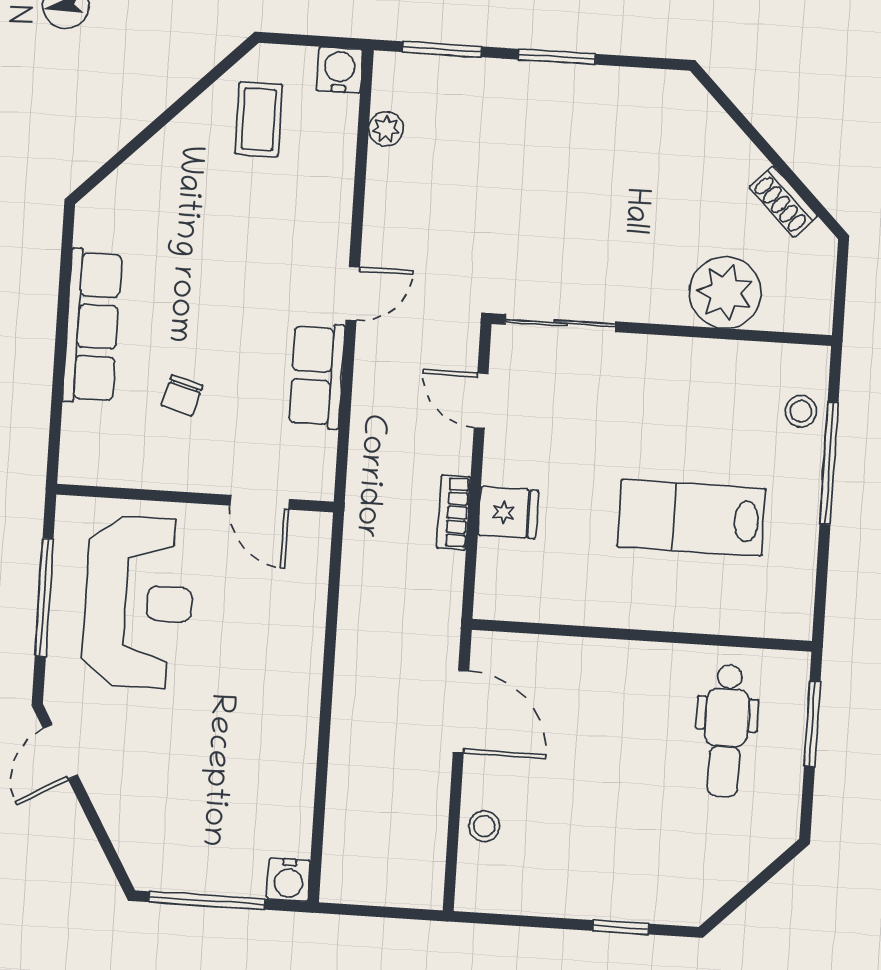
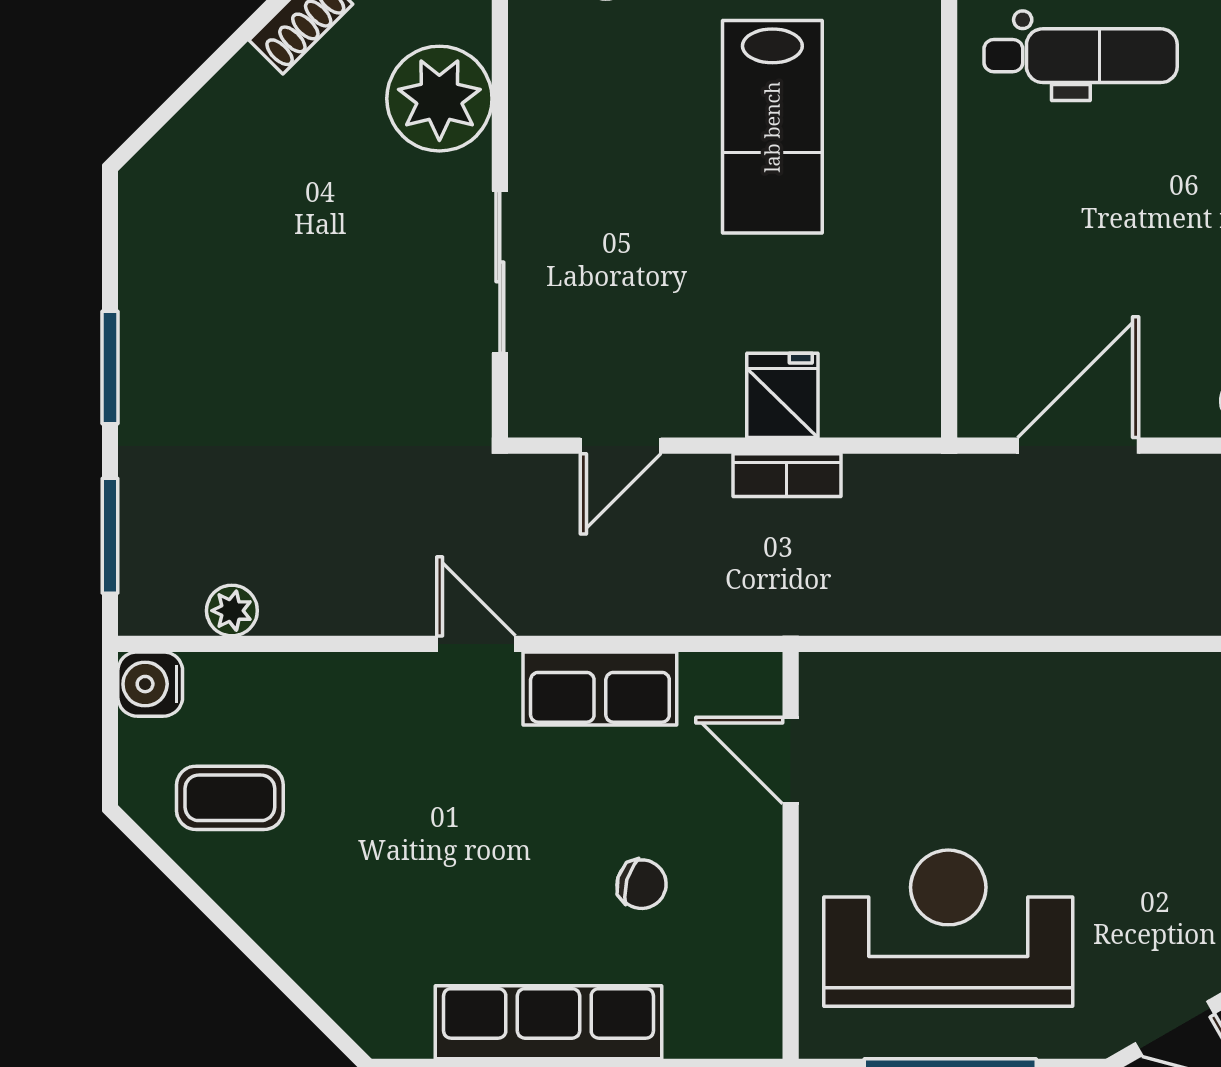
sliding door: (560, 323) -> (500, 272), moved
door: (259, 502) -> (791, 761), swing flipped

